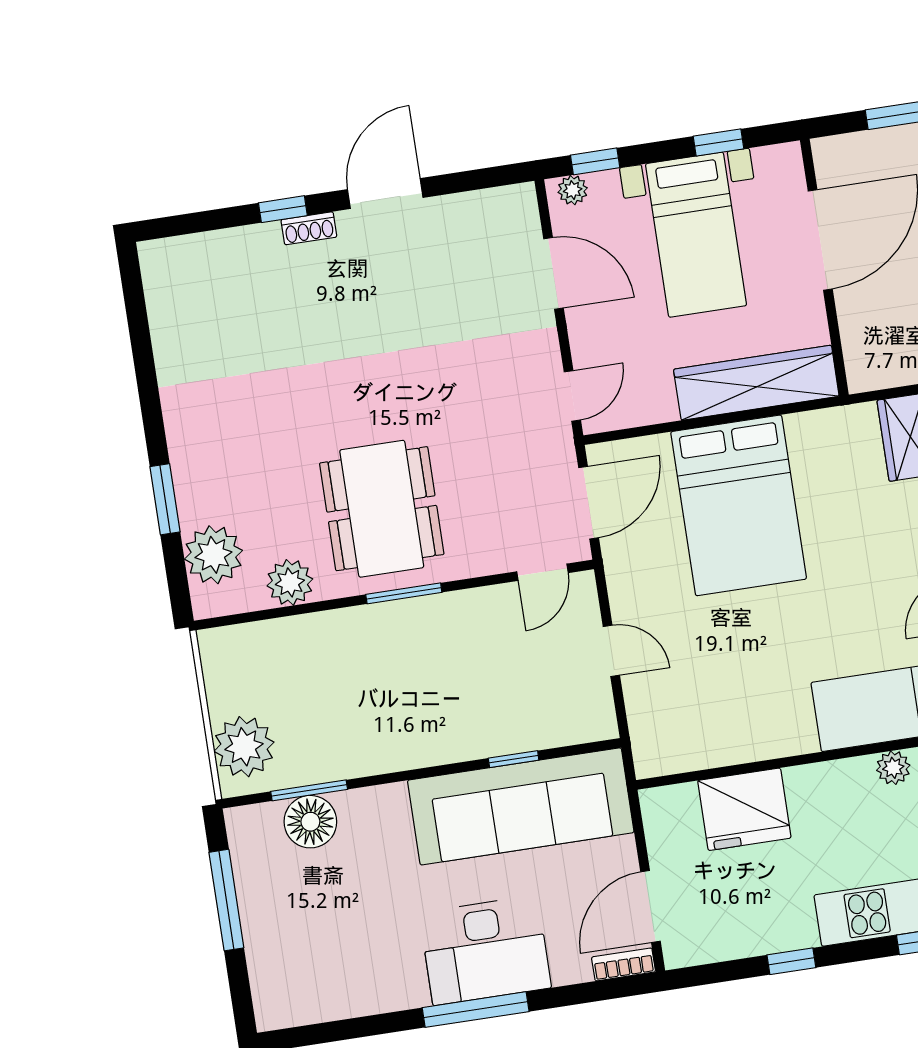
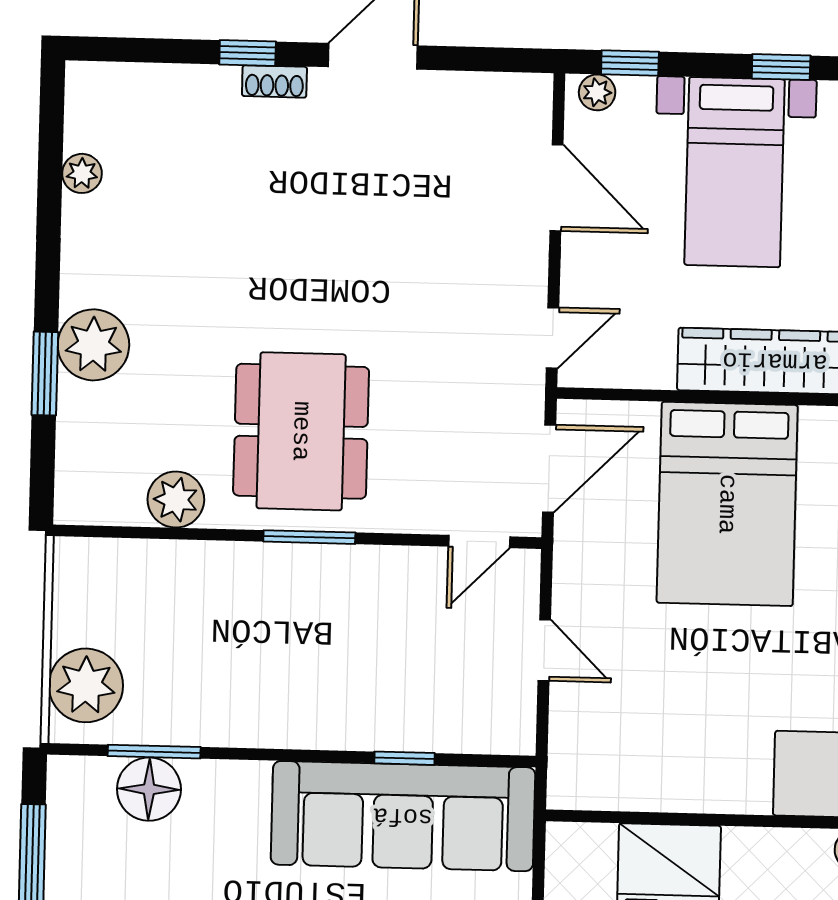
plant: (166, 331) -> (82, 173), added
plant: (213, 555) -> (93, 345), moved

